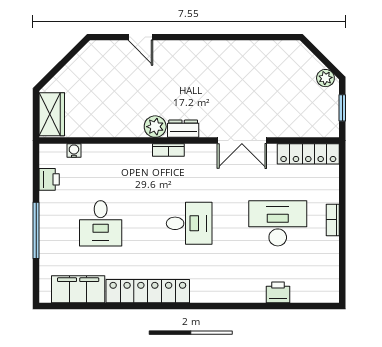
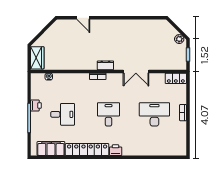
plant: (155, 127) -> (91, 64), removed
locker: (308, 154) -> (176, 78), width x0.66
printer: (49, 179) -> (36, 105), moved
desk: (101, 223) -> (63, 114), turned -90
desk: (189, 223) -> (109, 114), turned -90
printer: (278, 292) -> (116, 150), moved

